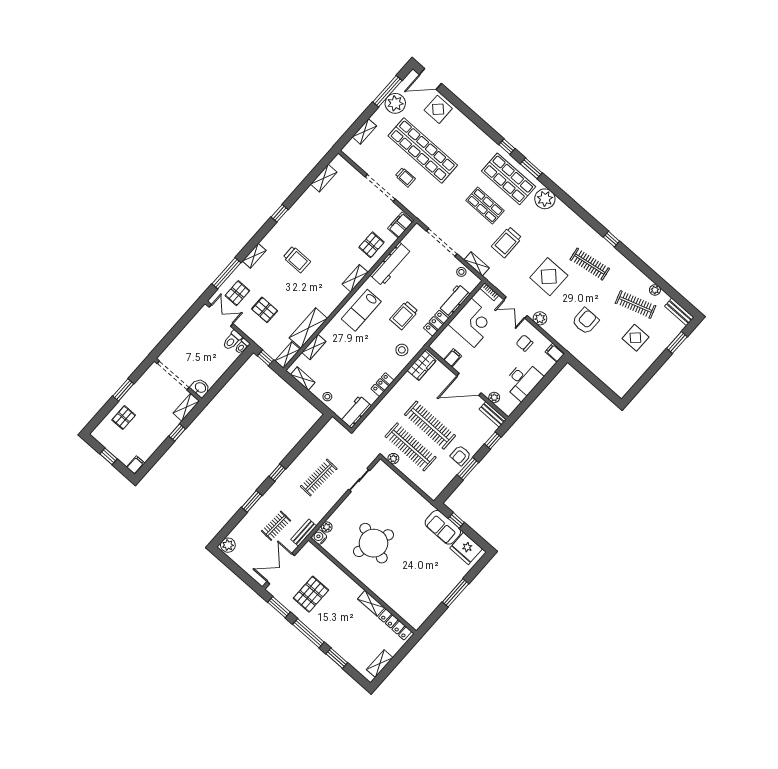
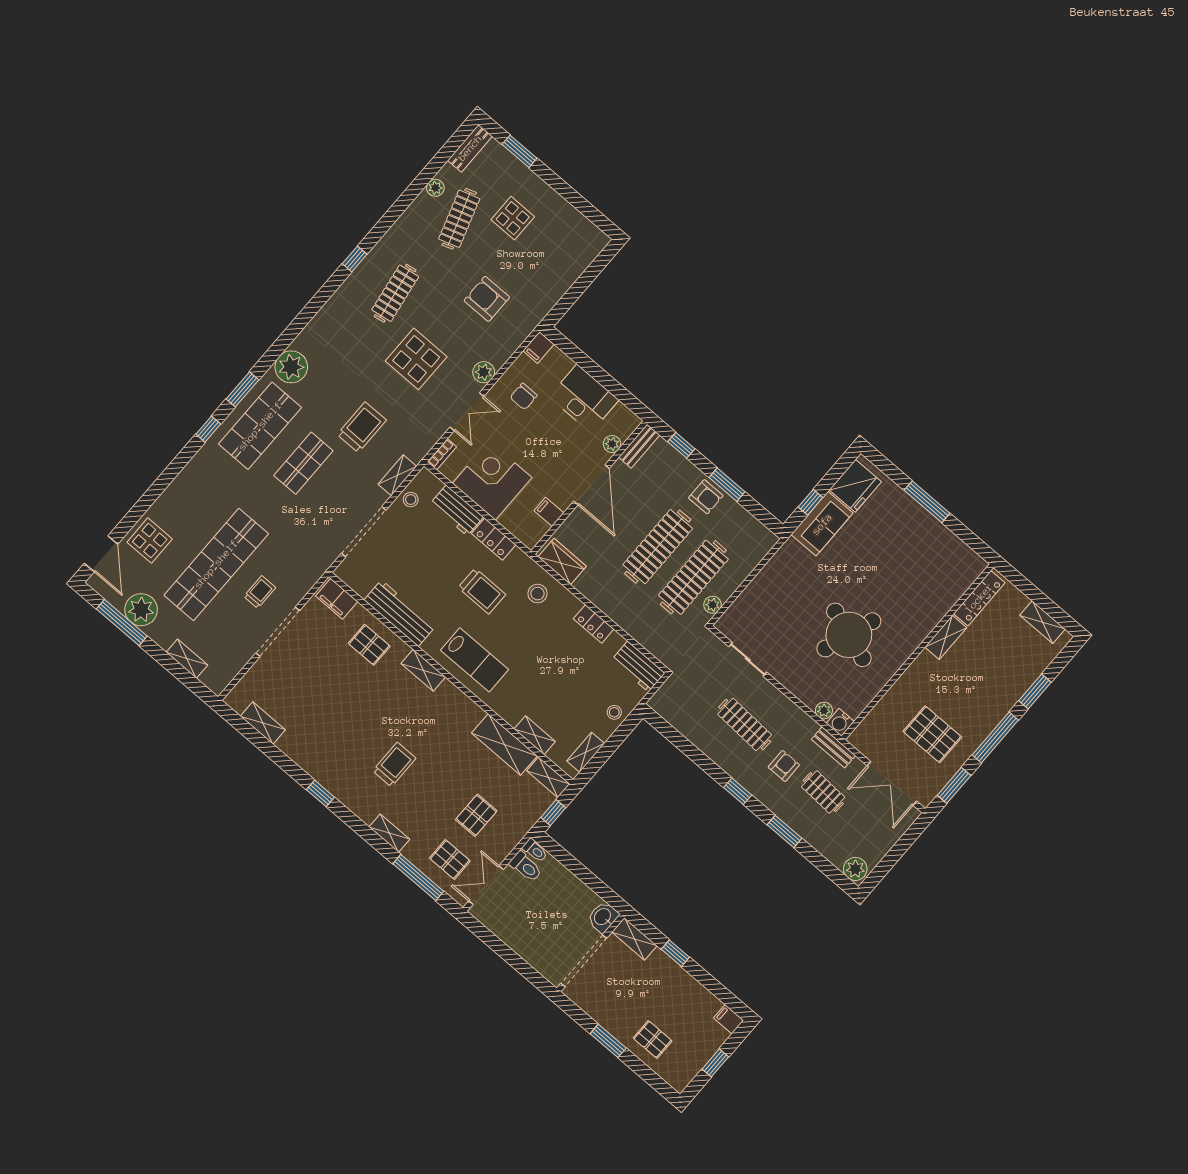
trolley: (507, 242) -> (362, 427), turned -90
armchair: (293, 502) -> (784, 766), added

